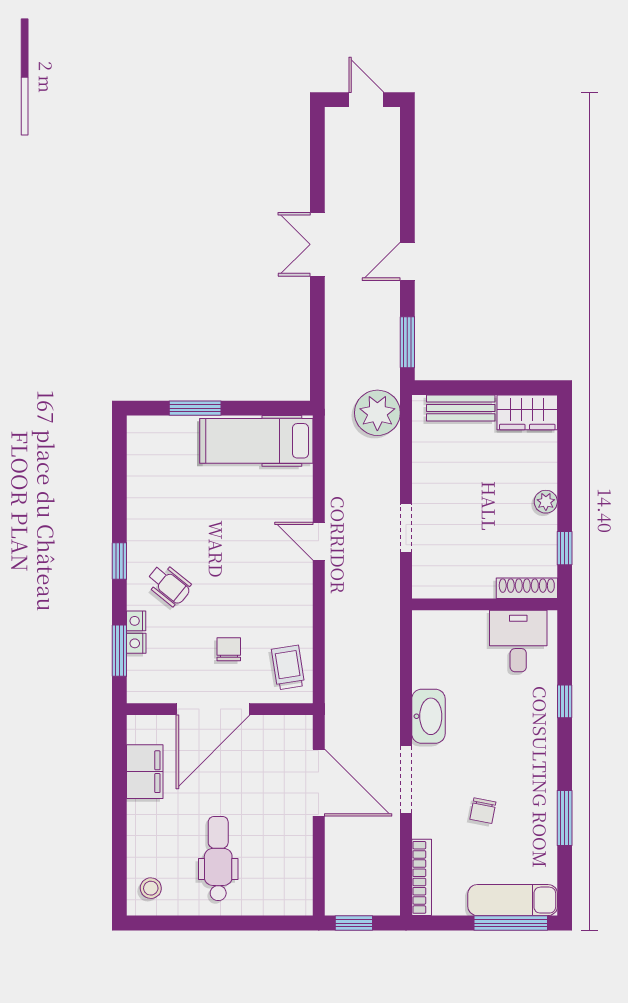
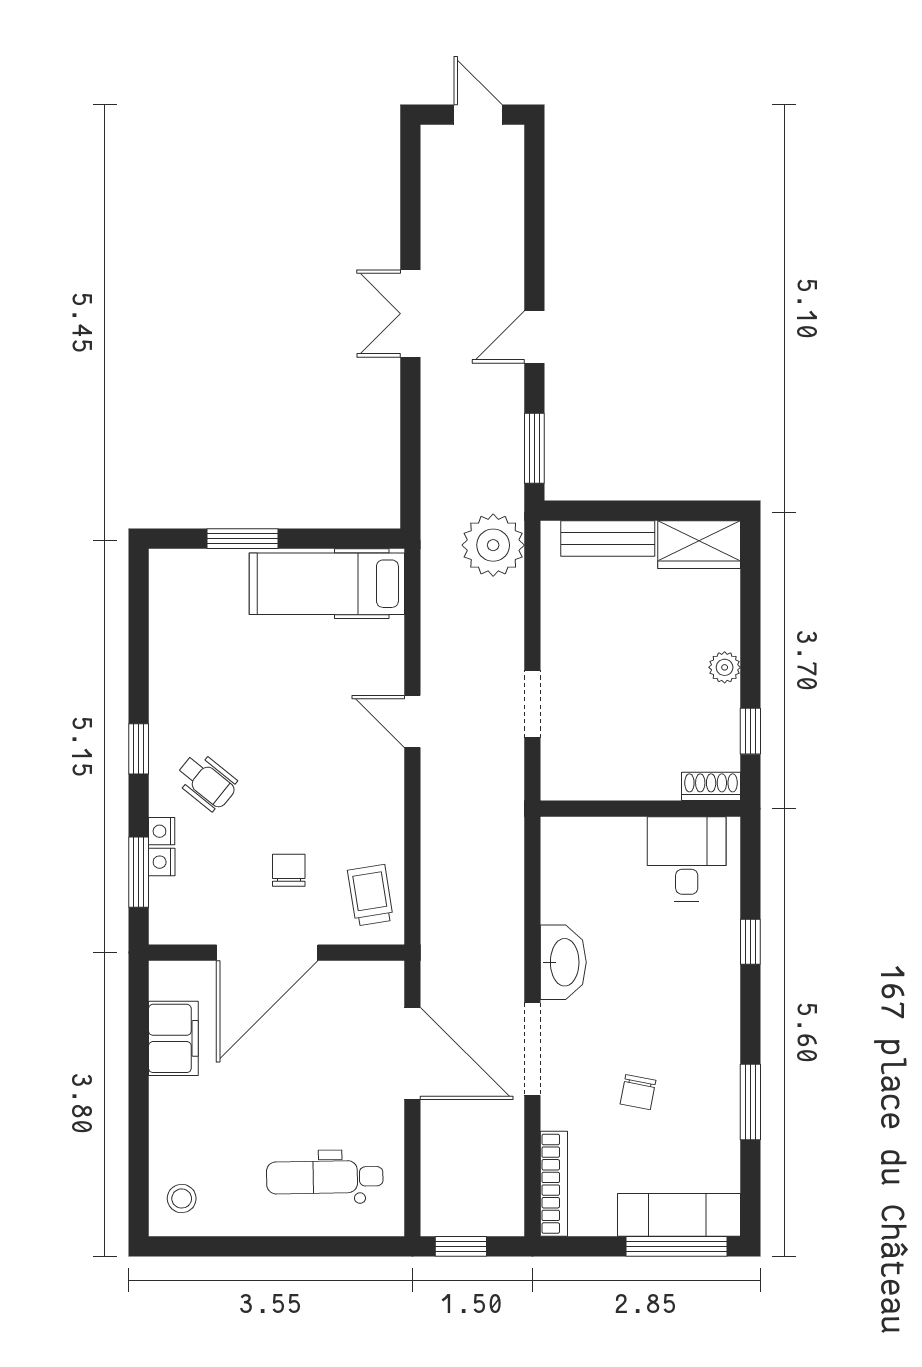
shoe rack: (527, 588) -> (711, 786), width x0.70
dental chair: (218, 858) -> (325, 1177), moved, turned -91

